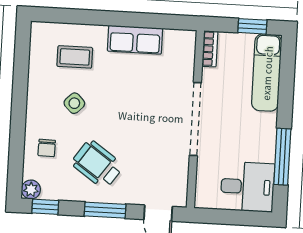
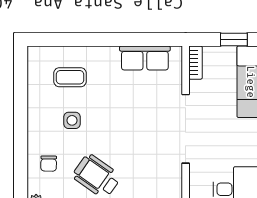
row of seats: (135, 40) -> (145, 58), moved
side table: (74, 103) -> (72, 120), turned 45

